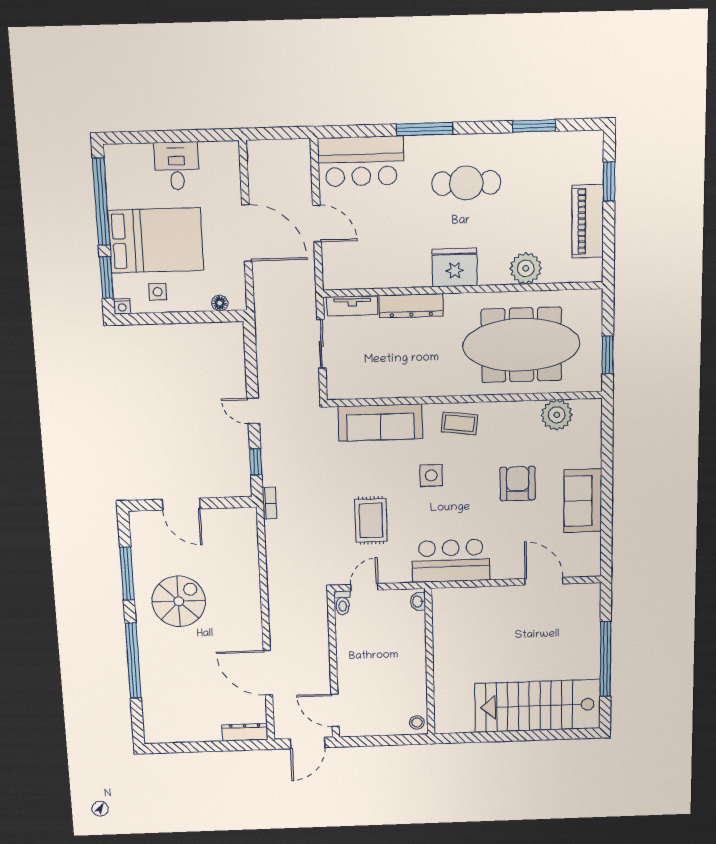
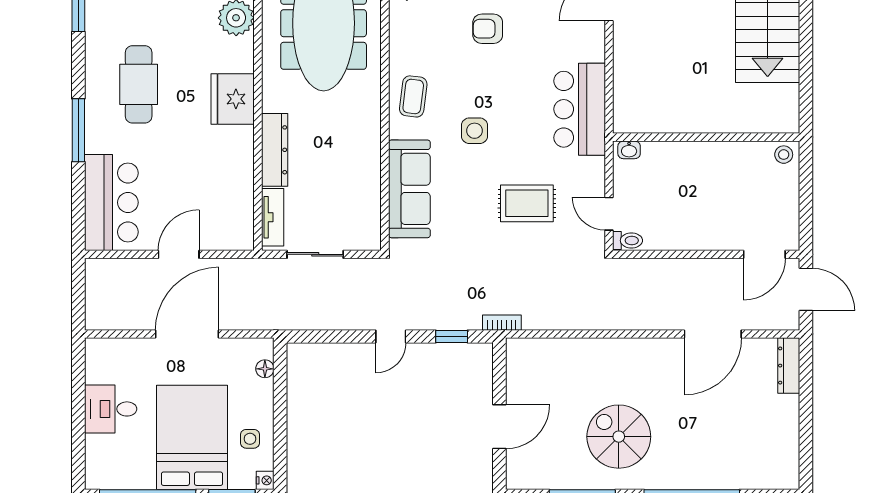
armchair: (518, 484) -> (488, 29), width x0.72, depth x0.72

